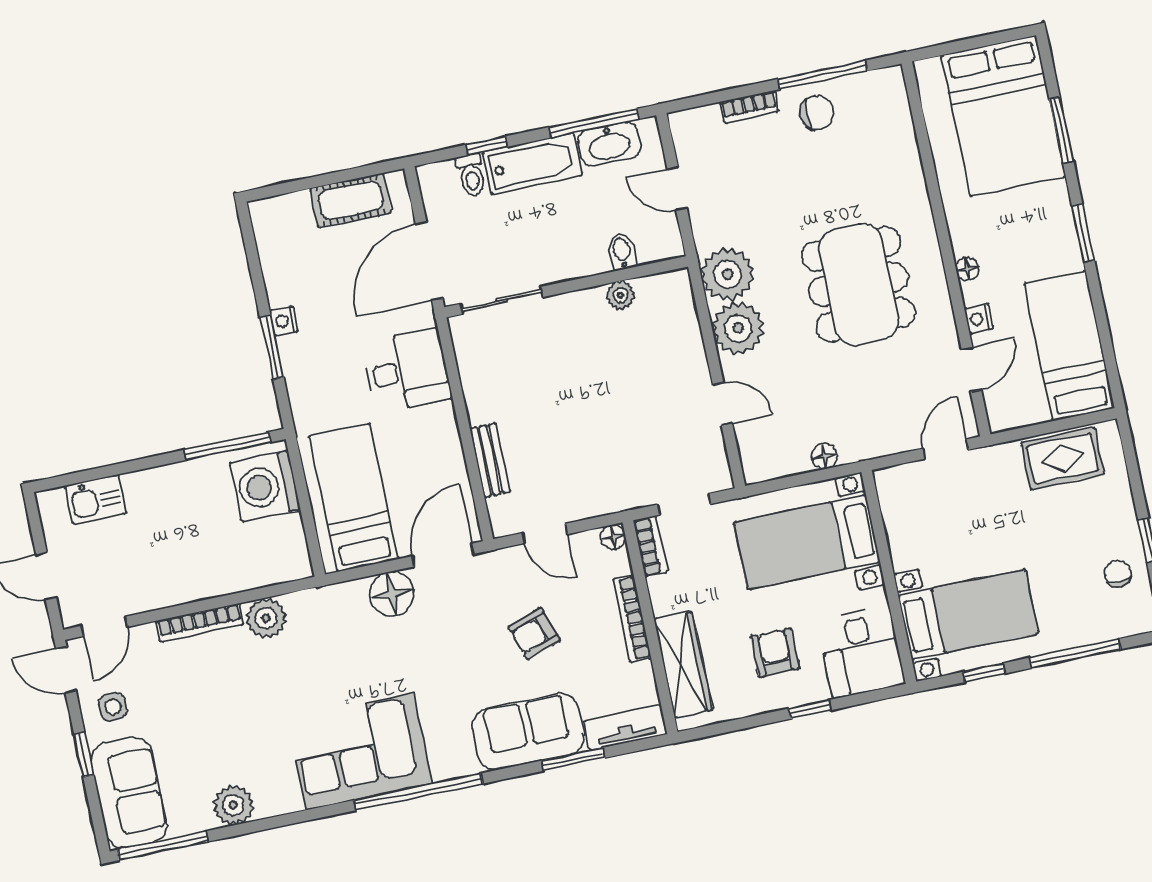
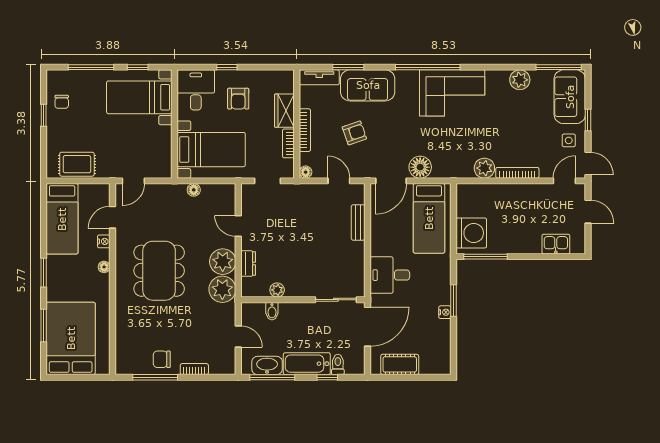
dresser: (688, 335) -> (248, 264), added
bookcase: (650, 546) -> (288, 143), moved
wardrobe: (683, 665) -> (284, 111), width x0.67

